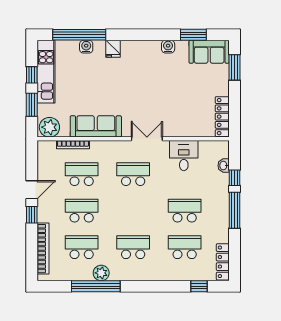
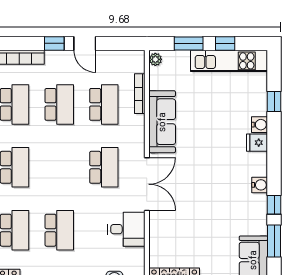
window: (79, 35) -> (274, 101), width x0.32
window: (164, 35) -> (274, 205), added
water cooler: (86, 47) -> (260, 125), moved
water cooler: (168, 47) -> (260, 185), moved
plant: (49, 127) -> (155, 59), width x0.53, depth x0.53
double door: (147, 139) -> (147, 184), width x1.37

